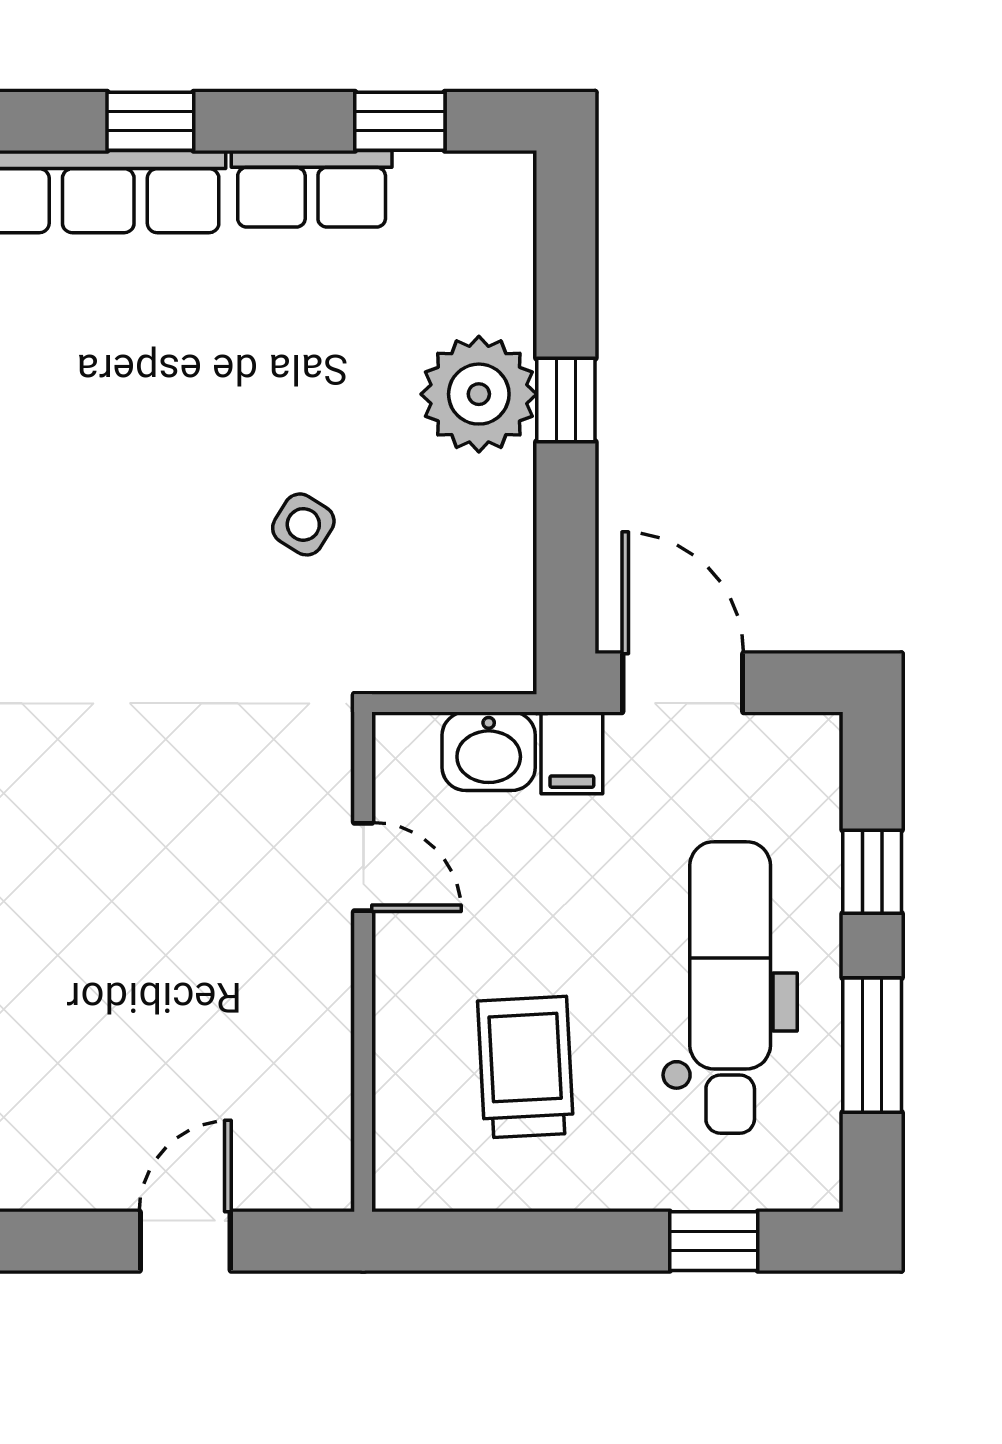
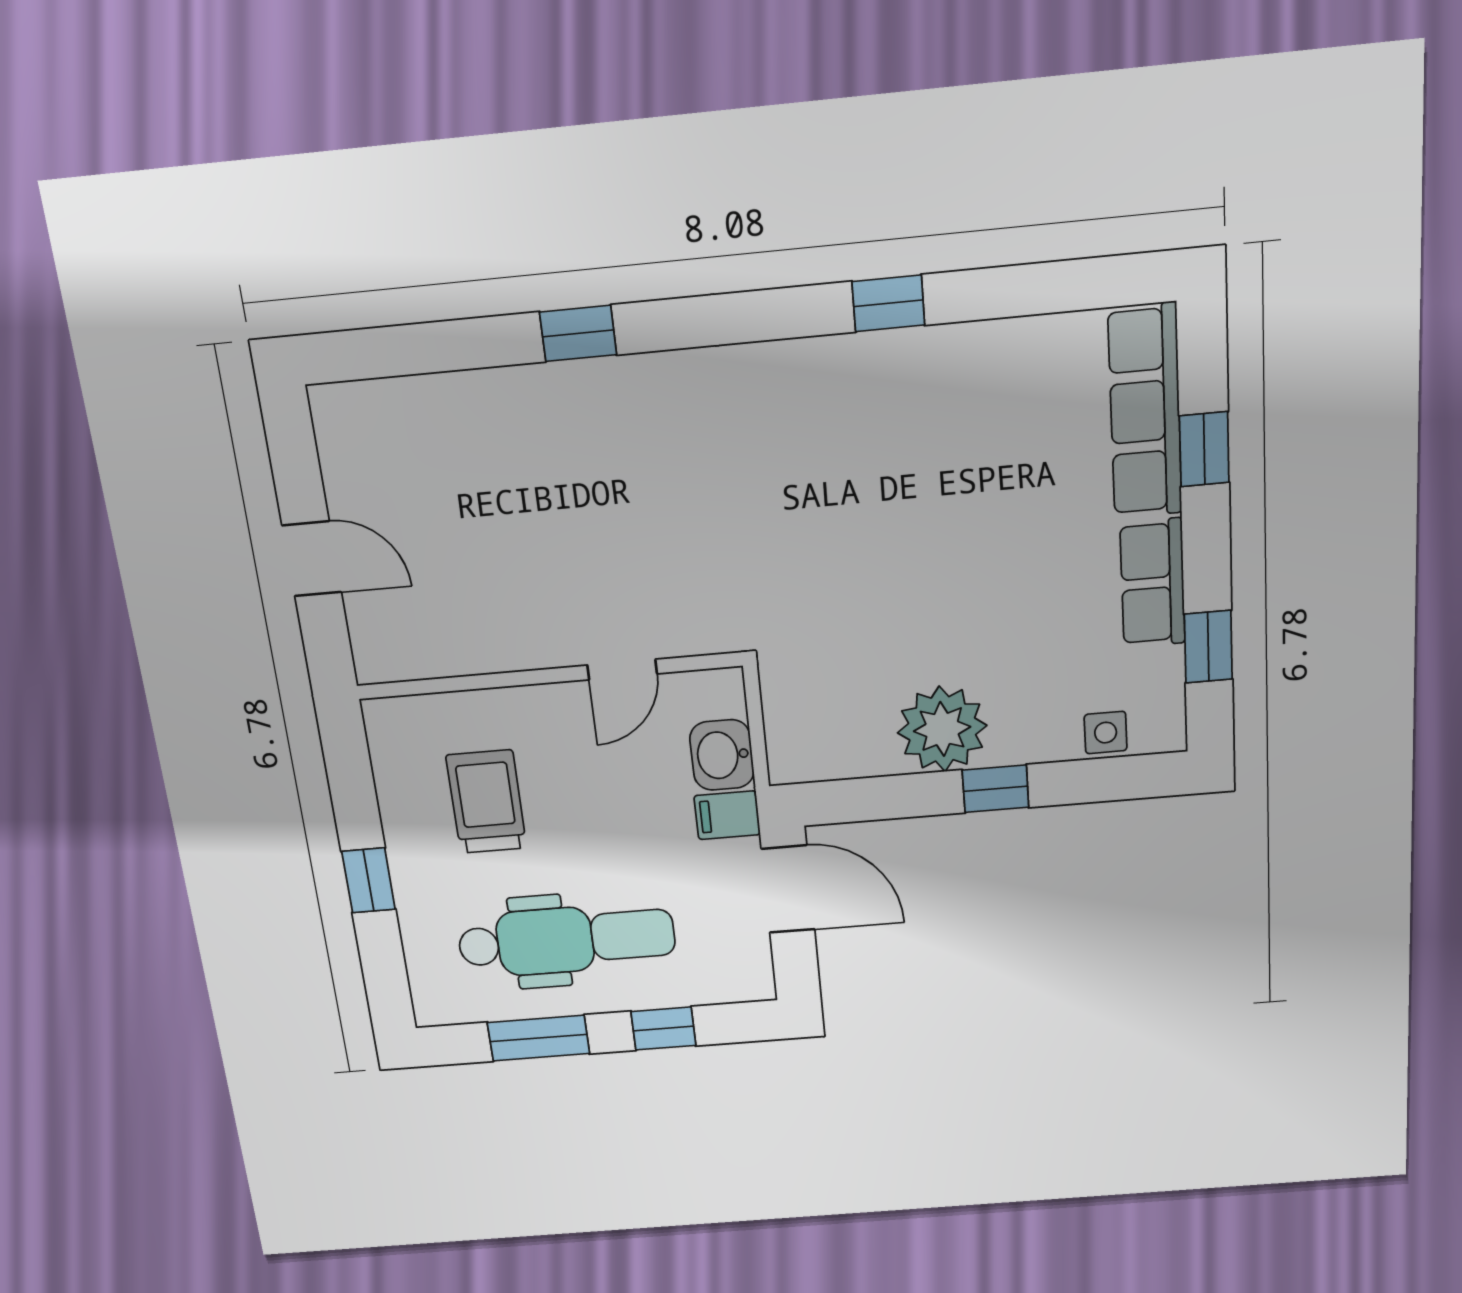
plant: (479, 394) -> (942, 729), moved
side table: (303, 524) -> (1106, 733), moved, turned -32
door: (683, 683) -> (788, 889), hinge flipped
trolley: (526, 1067) -> (486, 802), turned -87
window: (714, 1241) -> (369, 880), moved

